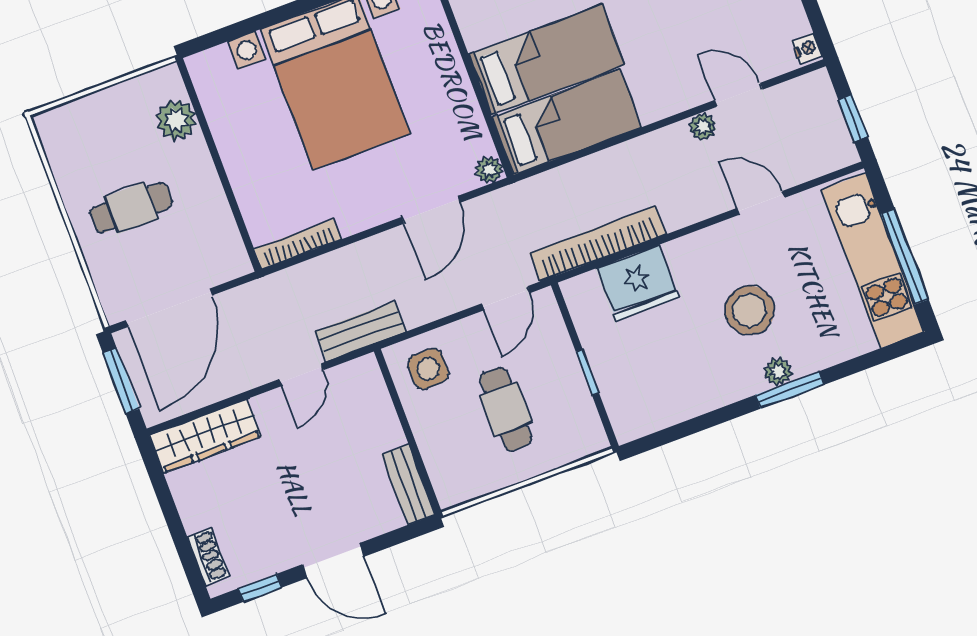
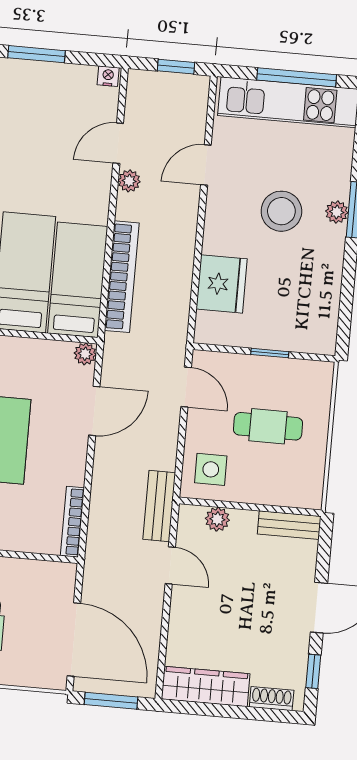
door: (431, 210) -> (94, 411), hinge flipped
bookcase: (598, 244) -> (122, 277), moved, turned 180
plant: (377, 402) -> (217, 519), added
wardrobe: (206, 436) -> (206, 686), moved, turned -90

